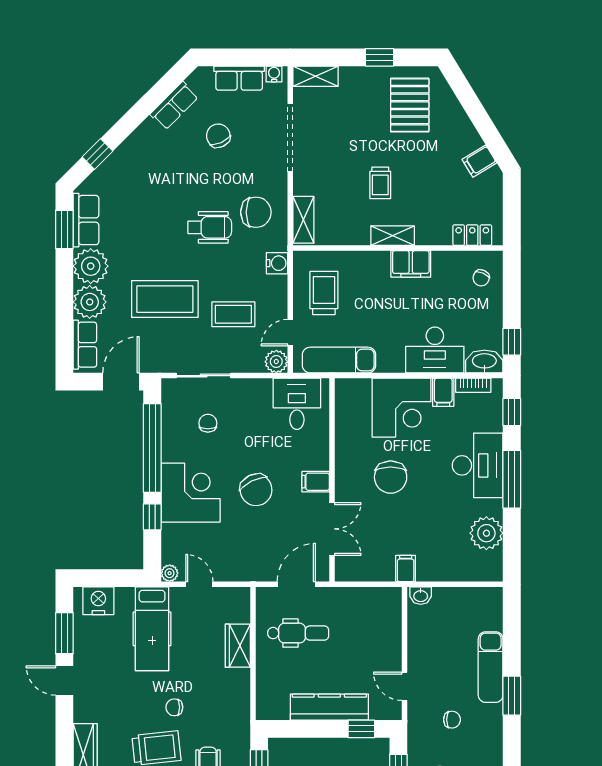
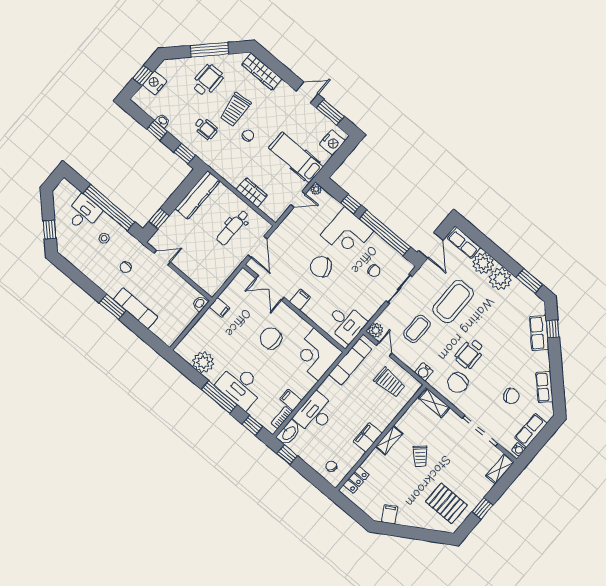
trolley: (380, 183) -> (420, 456), turned -133
row of seats: (86, 220) -> (539, 333), moved, turned 45
corner desk: (402, 408) -> (316, 354), moved
kitchen counter: (329, 707) -> (198, 195), moved

